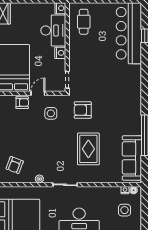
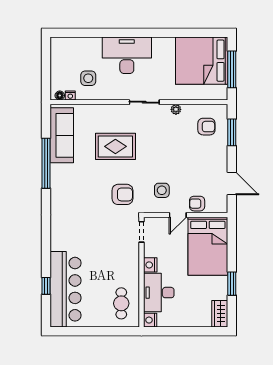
rug: (88, 149) -> (115, 146), turned 90
armchair: (15, 165) -> (206, 127), turned 69
side table: (124, 210) -> (88, 78), moved

